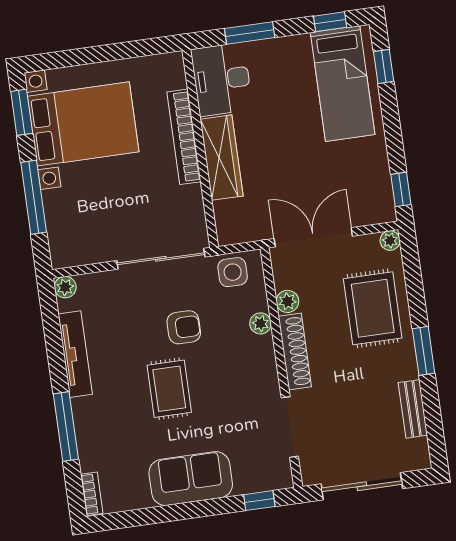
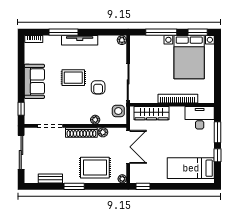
window: (330, 22) -> (217, 155), moved
window: (384, 66) -> (196, 186), removed
wardrobe: (222, 158) -> (151, 113), moved
tv unit: (75, 354) -> (80, 40), moved

